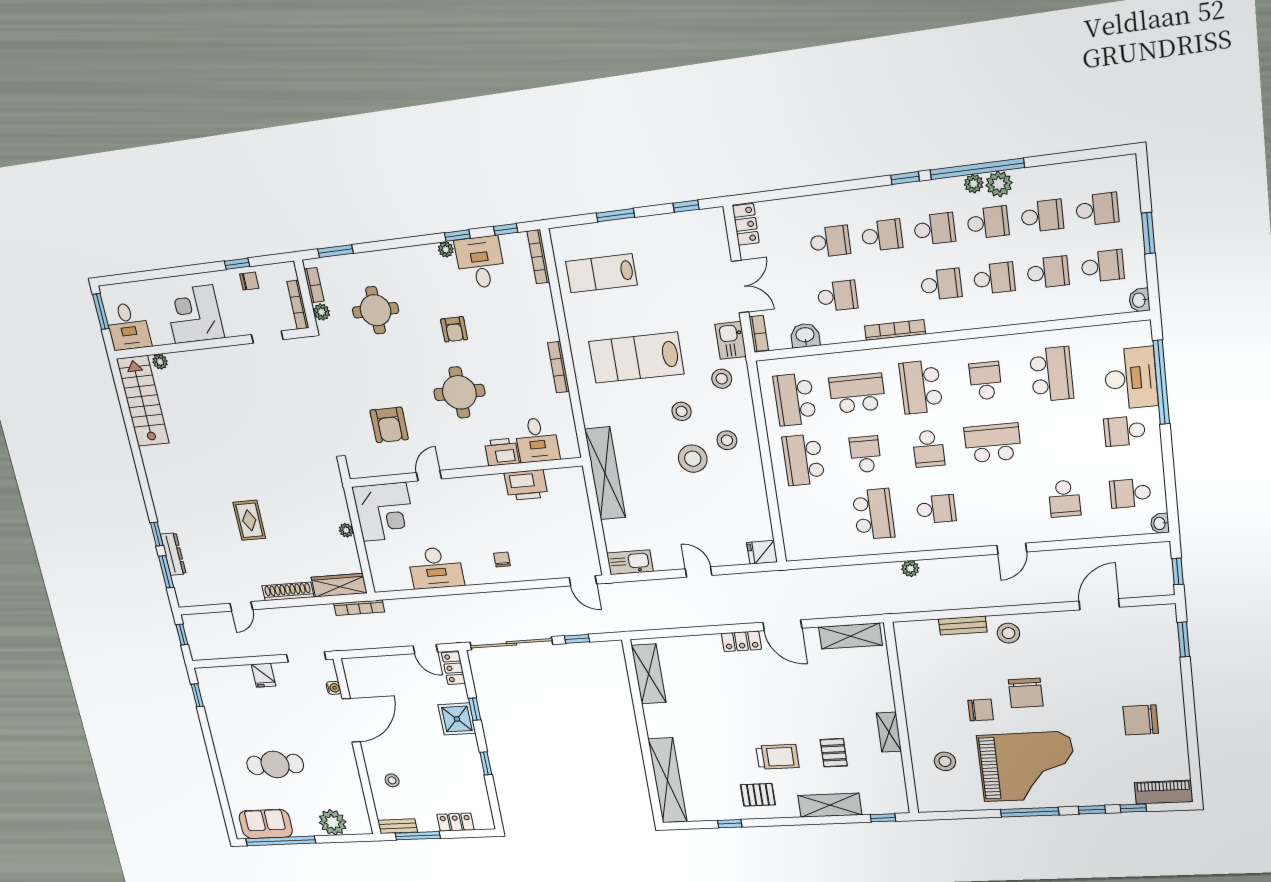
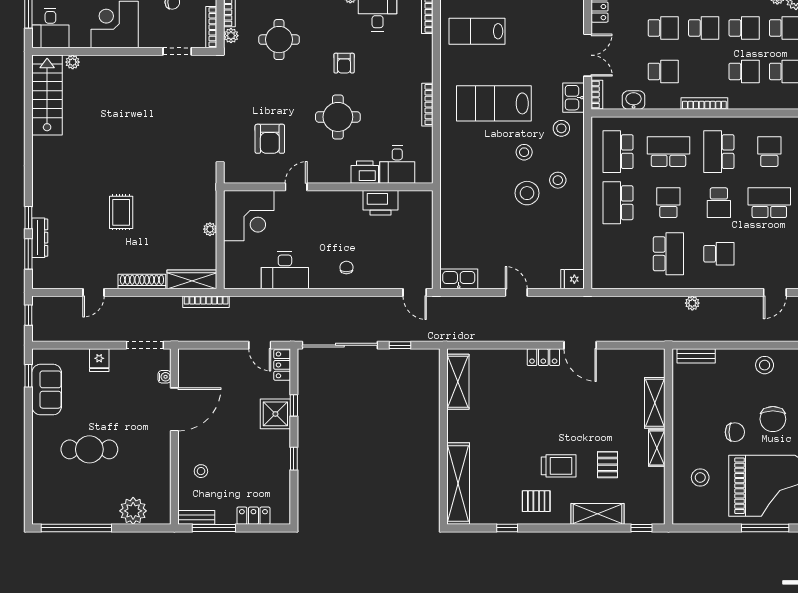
shelving: (605, 473) -> (451, 199), removed
bench: (963, 626) -> (696, 356), moved
shelving: (850, 636) -> (655, 403), moved, turned 90
sofa: (266, 824) -> (47, 390), moved, turned 90

